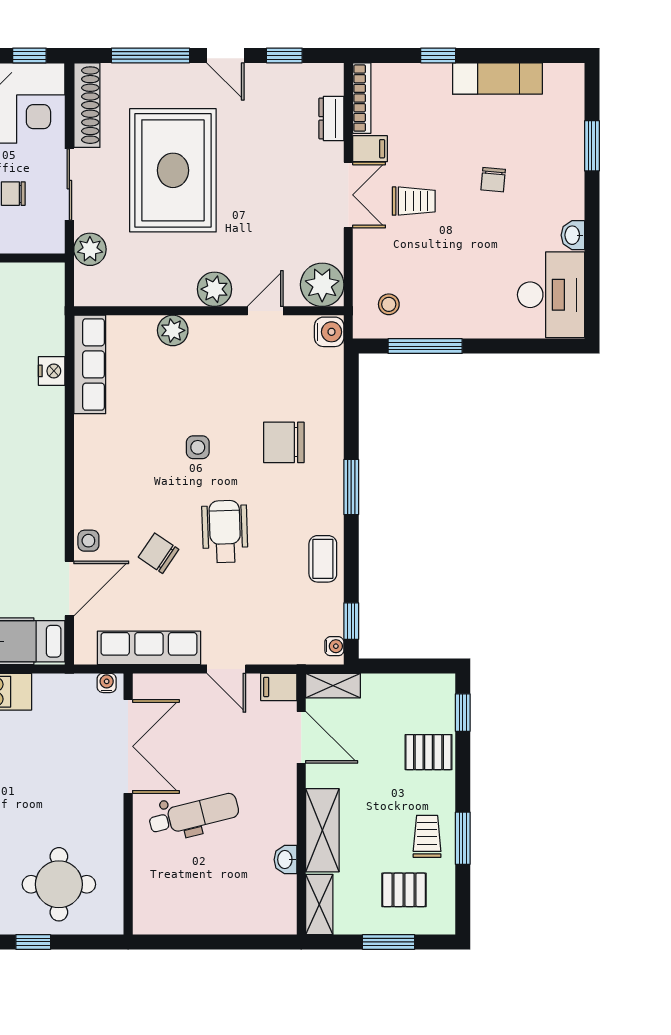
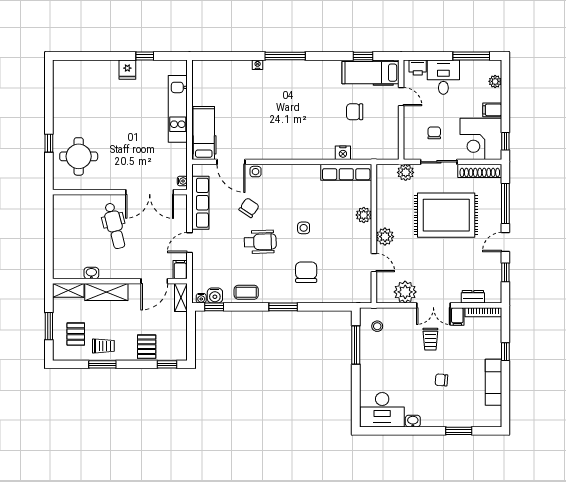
plant: (322, 285) -> (405, 292), moved
water cooler: (329, 332) -> (215, 296), moved

